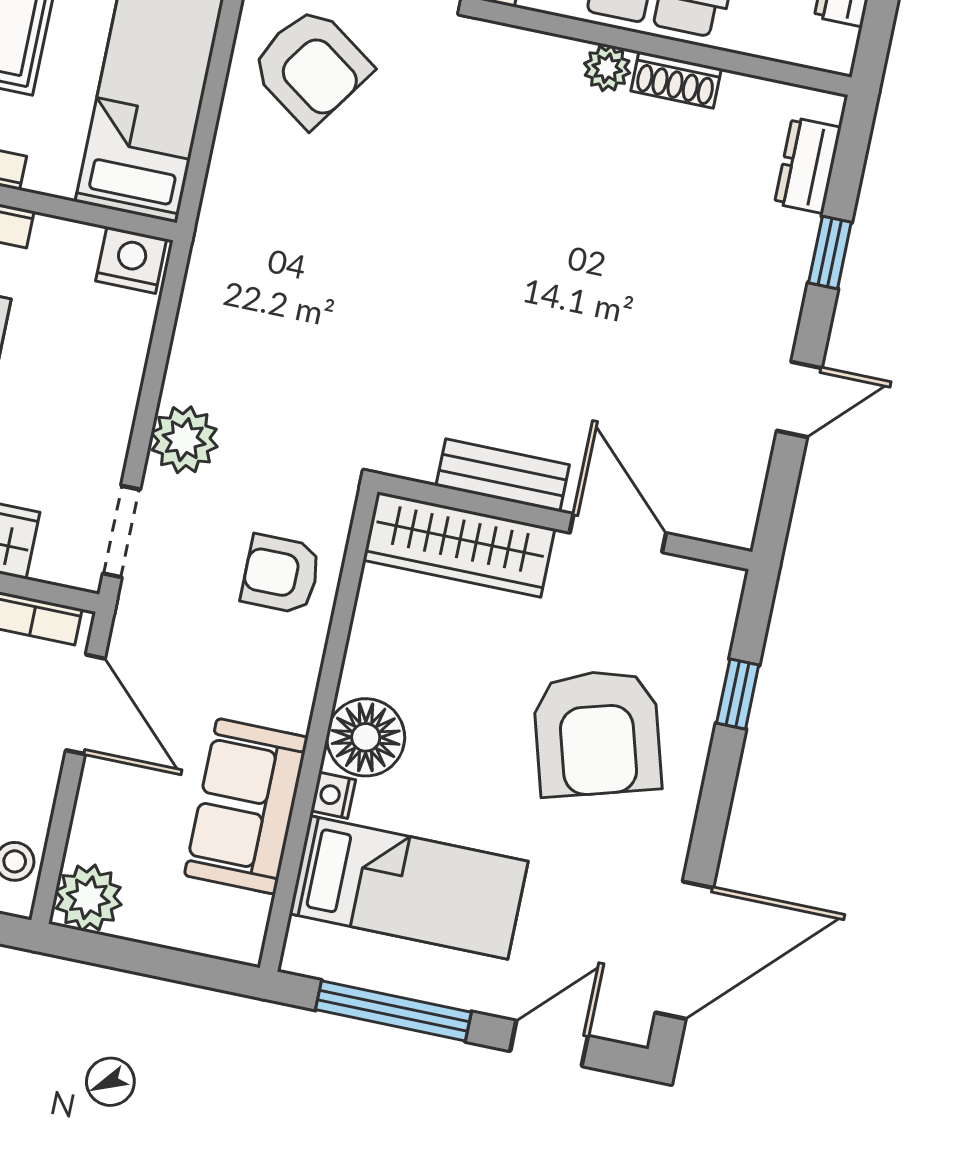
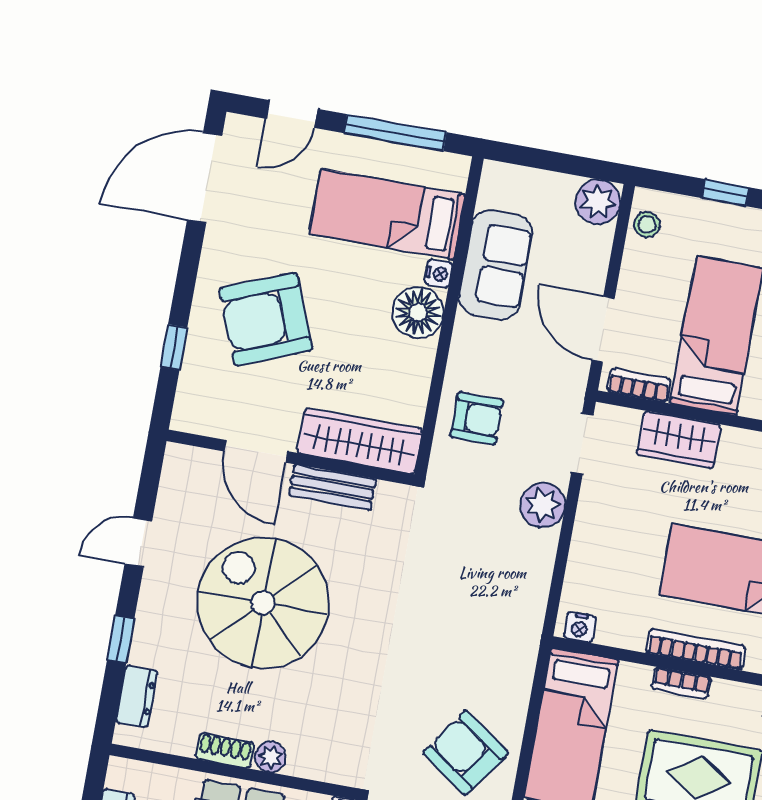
nightstand: (131, 260) -> (580, 627), width x0.72, depth x0.74
spiral stairs: (612, 303) -> (263, 603), added
armchair: (597, 733) -> (266, 319), turned -96

